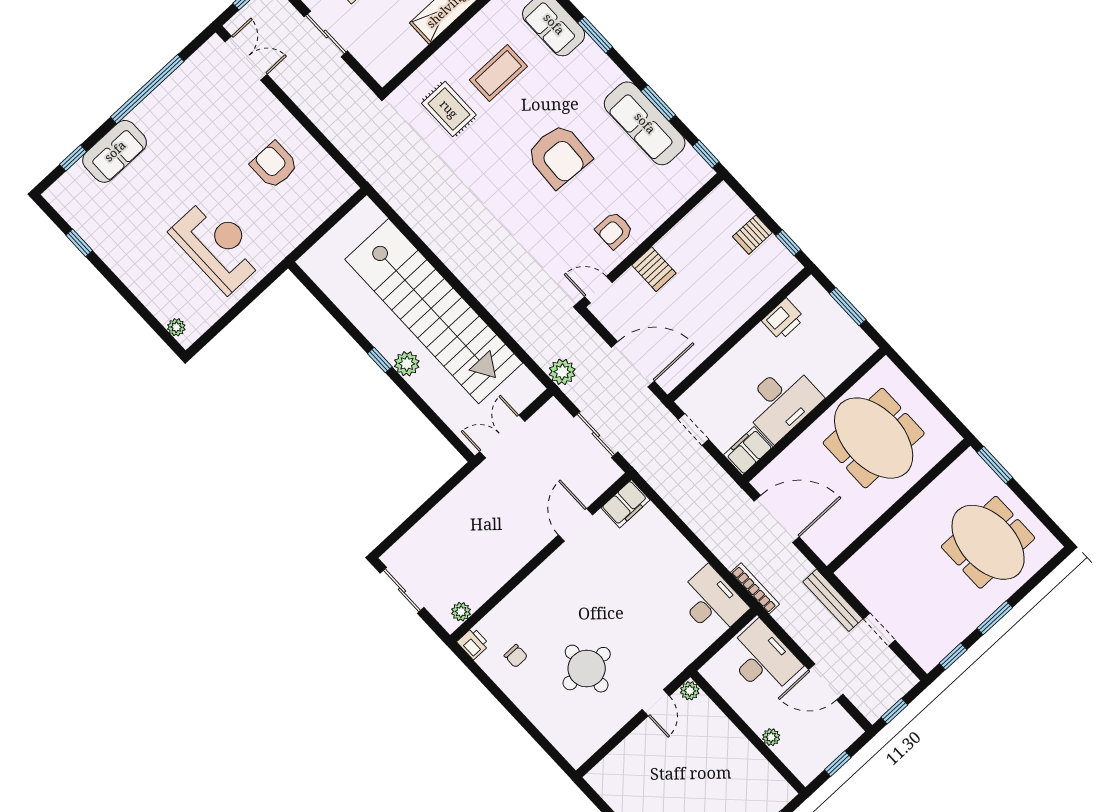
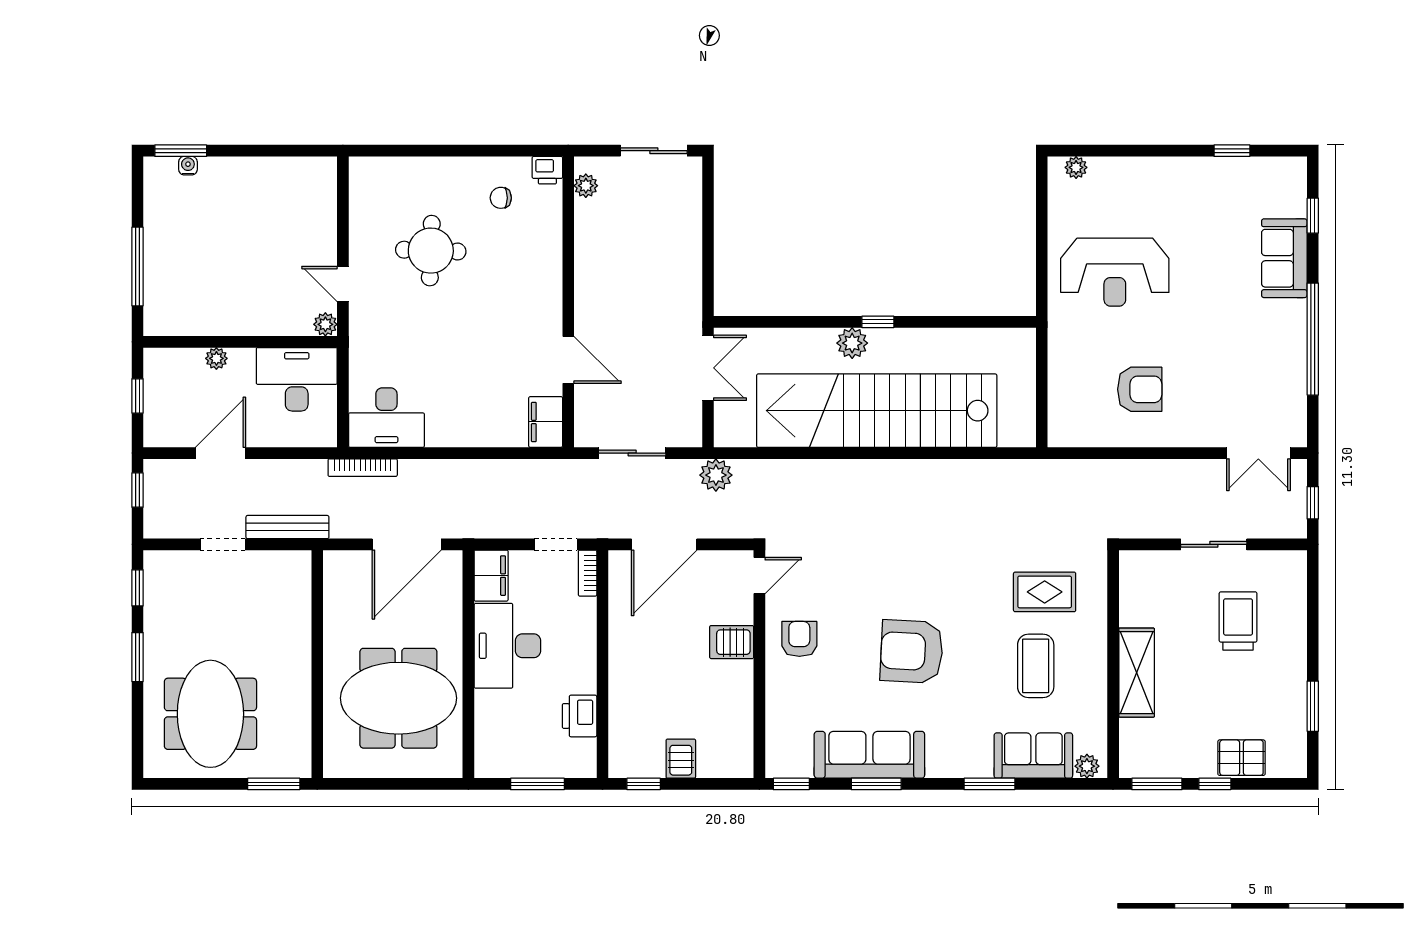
bookcase: (693, 394) -> (588, 573), added
meeting table: (988, 542) -> (210, 714), turned 90
desk: (763, 659) -> (297, 379), moved, turned 180

